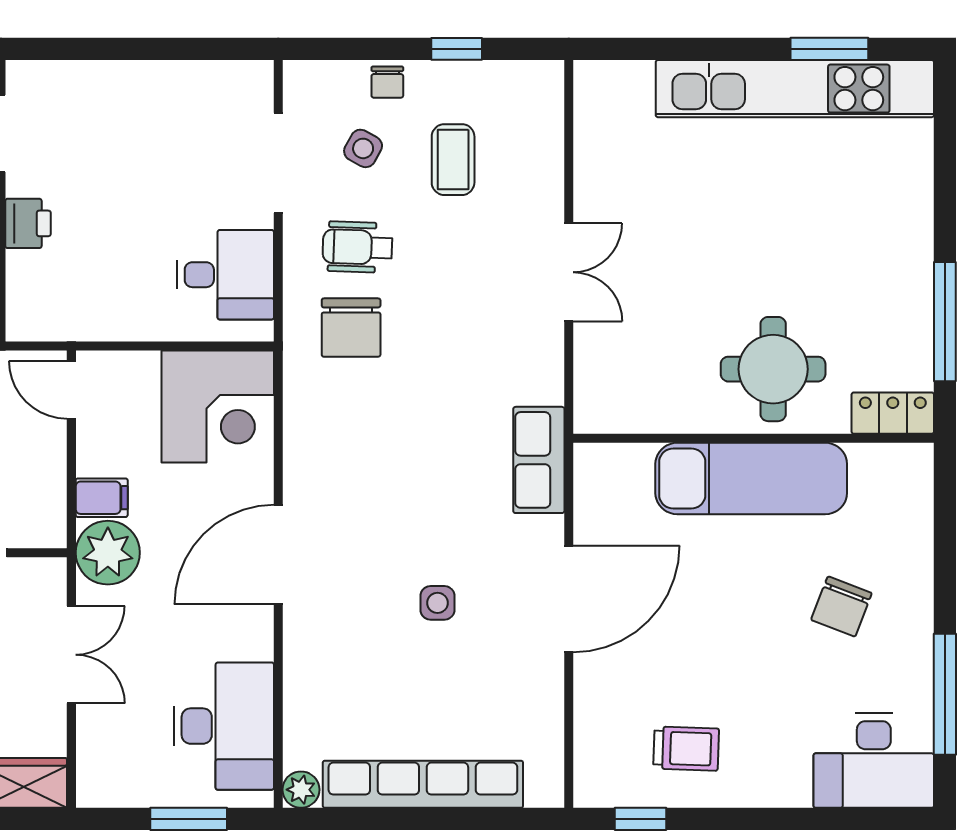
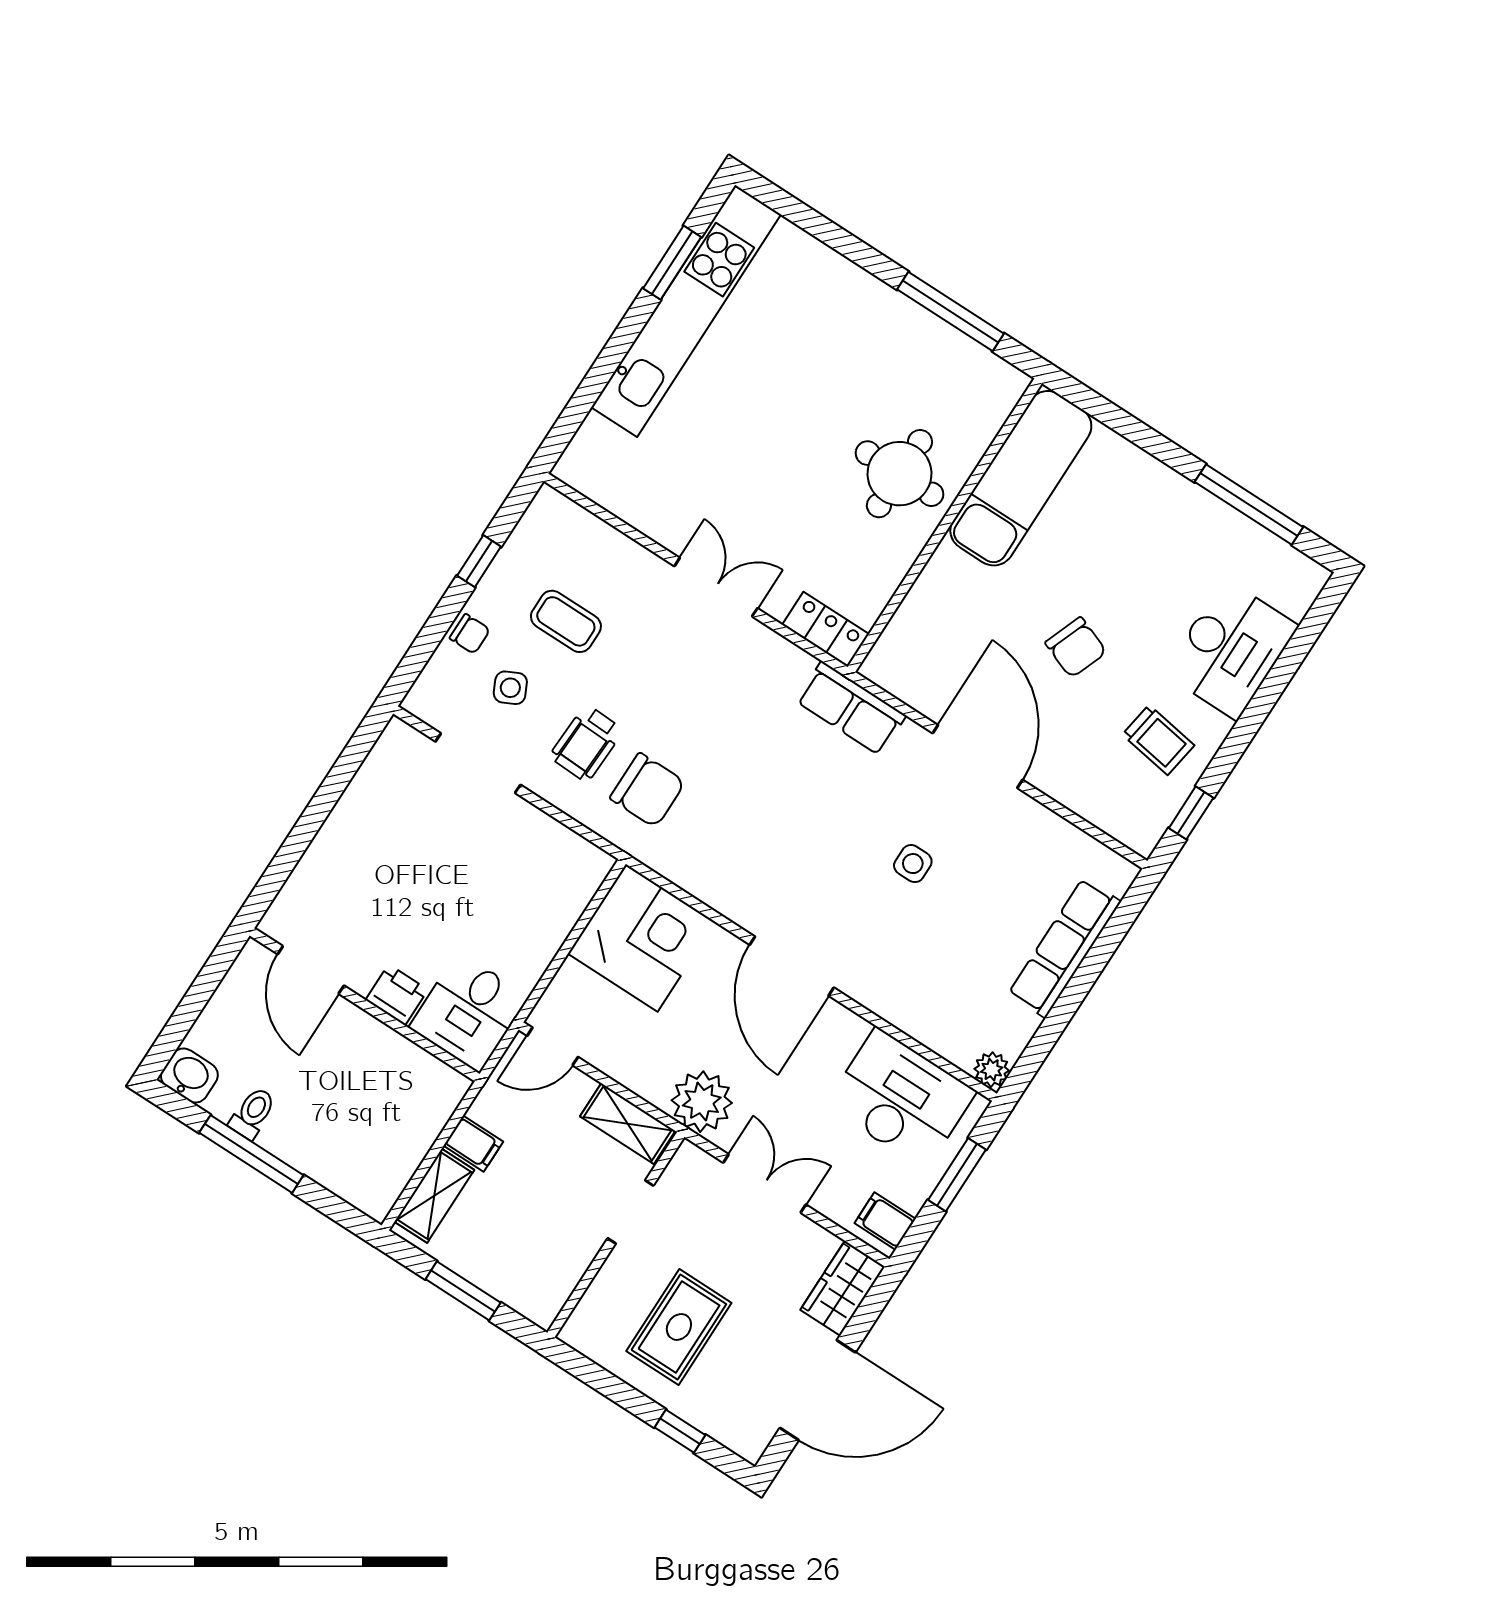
side table: (363, 148) -> (510, 688), turned 35
desk: (225, 275) -> (469, 1012), moved, turned 180
locker: (893, 413) -> (826, 629), moved, turned 90
exam couch: (751, 478) -> (1021, 478), moved
filing cabinet: (102, 498) -> (885, 1221), moved, turned -90
shelving: (46, 500) -> (628, 1124), added
chair: (841, 606) -> (1076, 647), moved
trolley: (686, 749) -> (1158, 740), turned 97
desk: (874, 761) -> (1231, 649), moved
row of seats: (423, 784) -> (1064, 948), width x0.73

